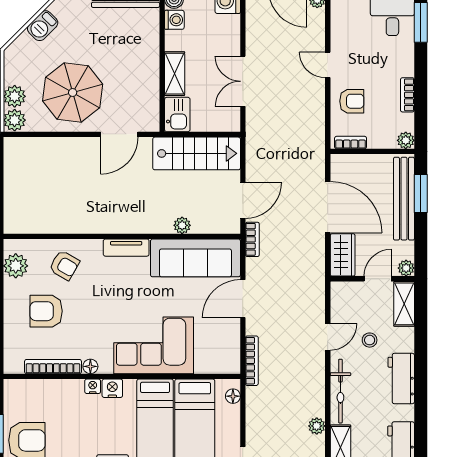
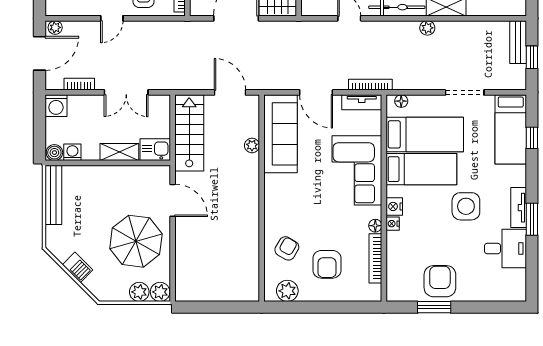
bookcase: (252, 239) -> (79, 84), moved
tv unit: (126, 248) -> (362, 102), moved, turned 90

